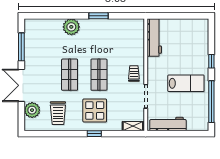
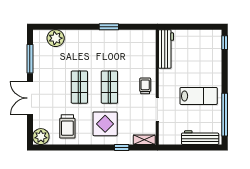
plant: (71, 27) -> (56, 38), moved
window: (211, 61) -> (225, 43), moved
plant: (32, 110) -> (41, 137), moved
workbench: (168, 124) -> (200, 138), moved
window: (94, 134) -> (122, 148), moved

